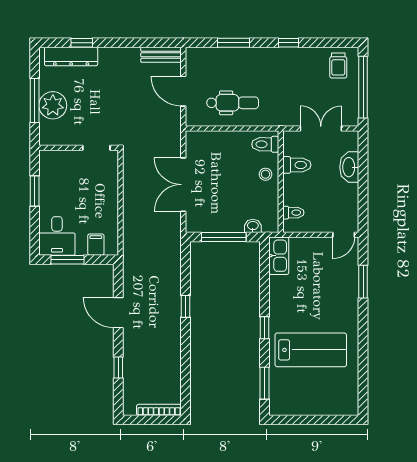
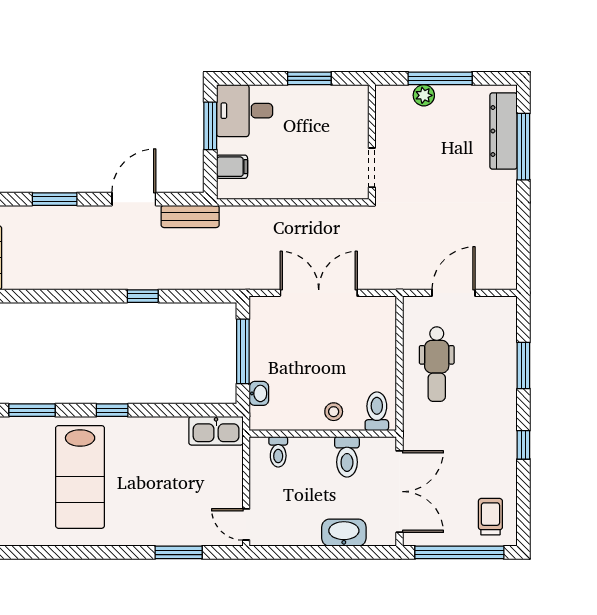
window: (82, 43) -> (523, 147), width x2.17
bench: (161, 55) -> (190, 216), moved, turned 90
trolley: (338, 66) -> (490, 517), turned 90
plant: (53, 105) -> (424, 95), width x0.53, depth x0.53
double door: (321, 129) -> (400, 492), width x1.37
window: (118, 367) -> (55, 199), width x1.50

